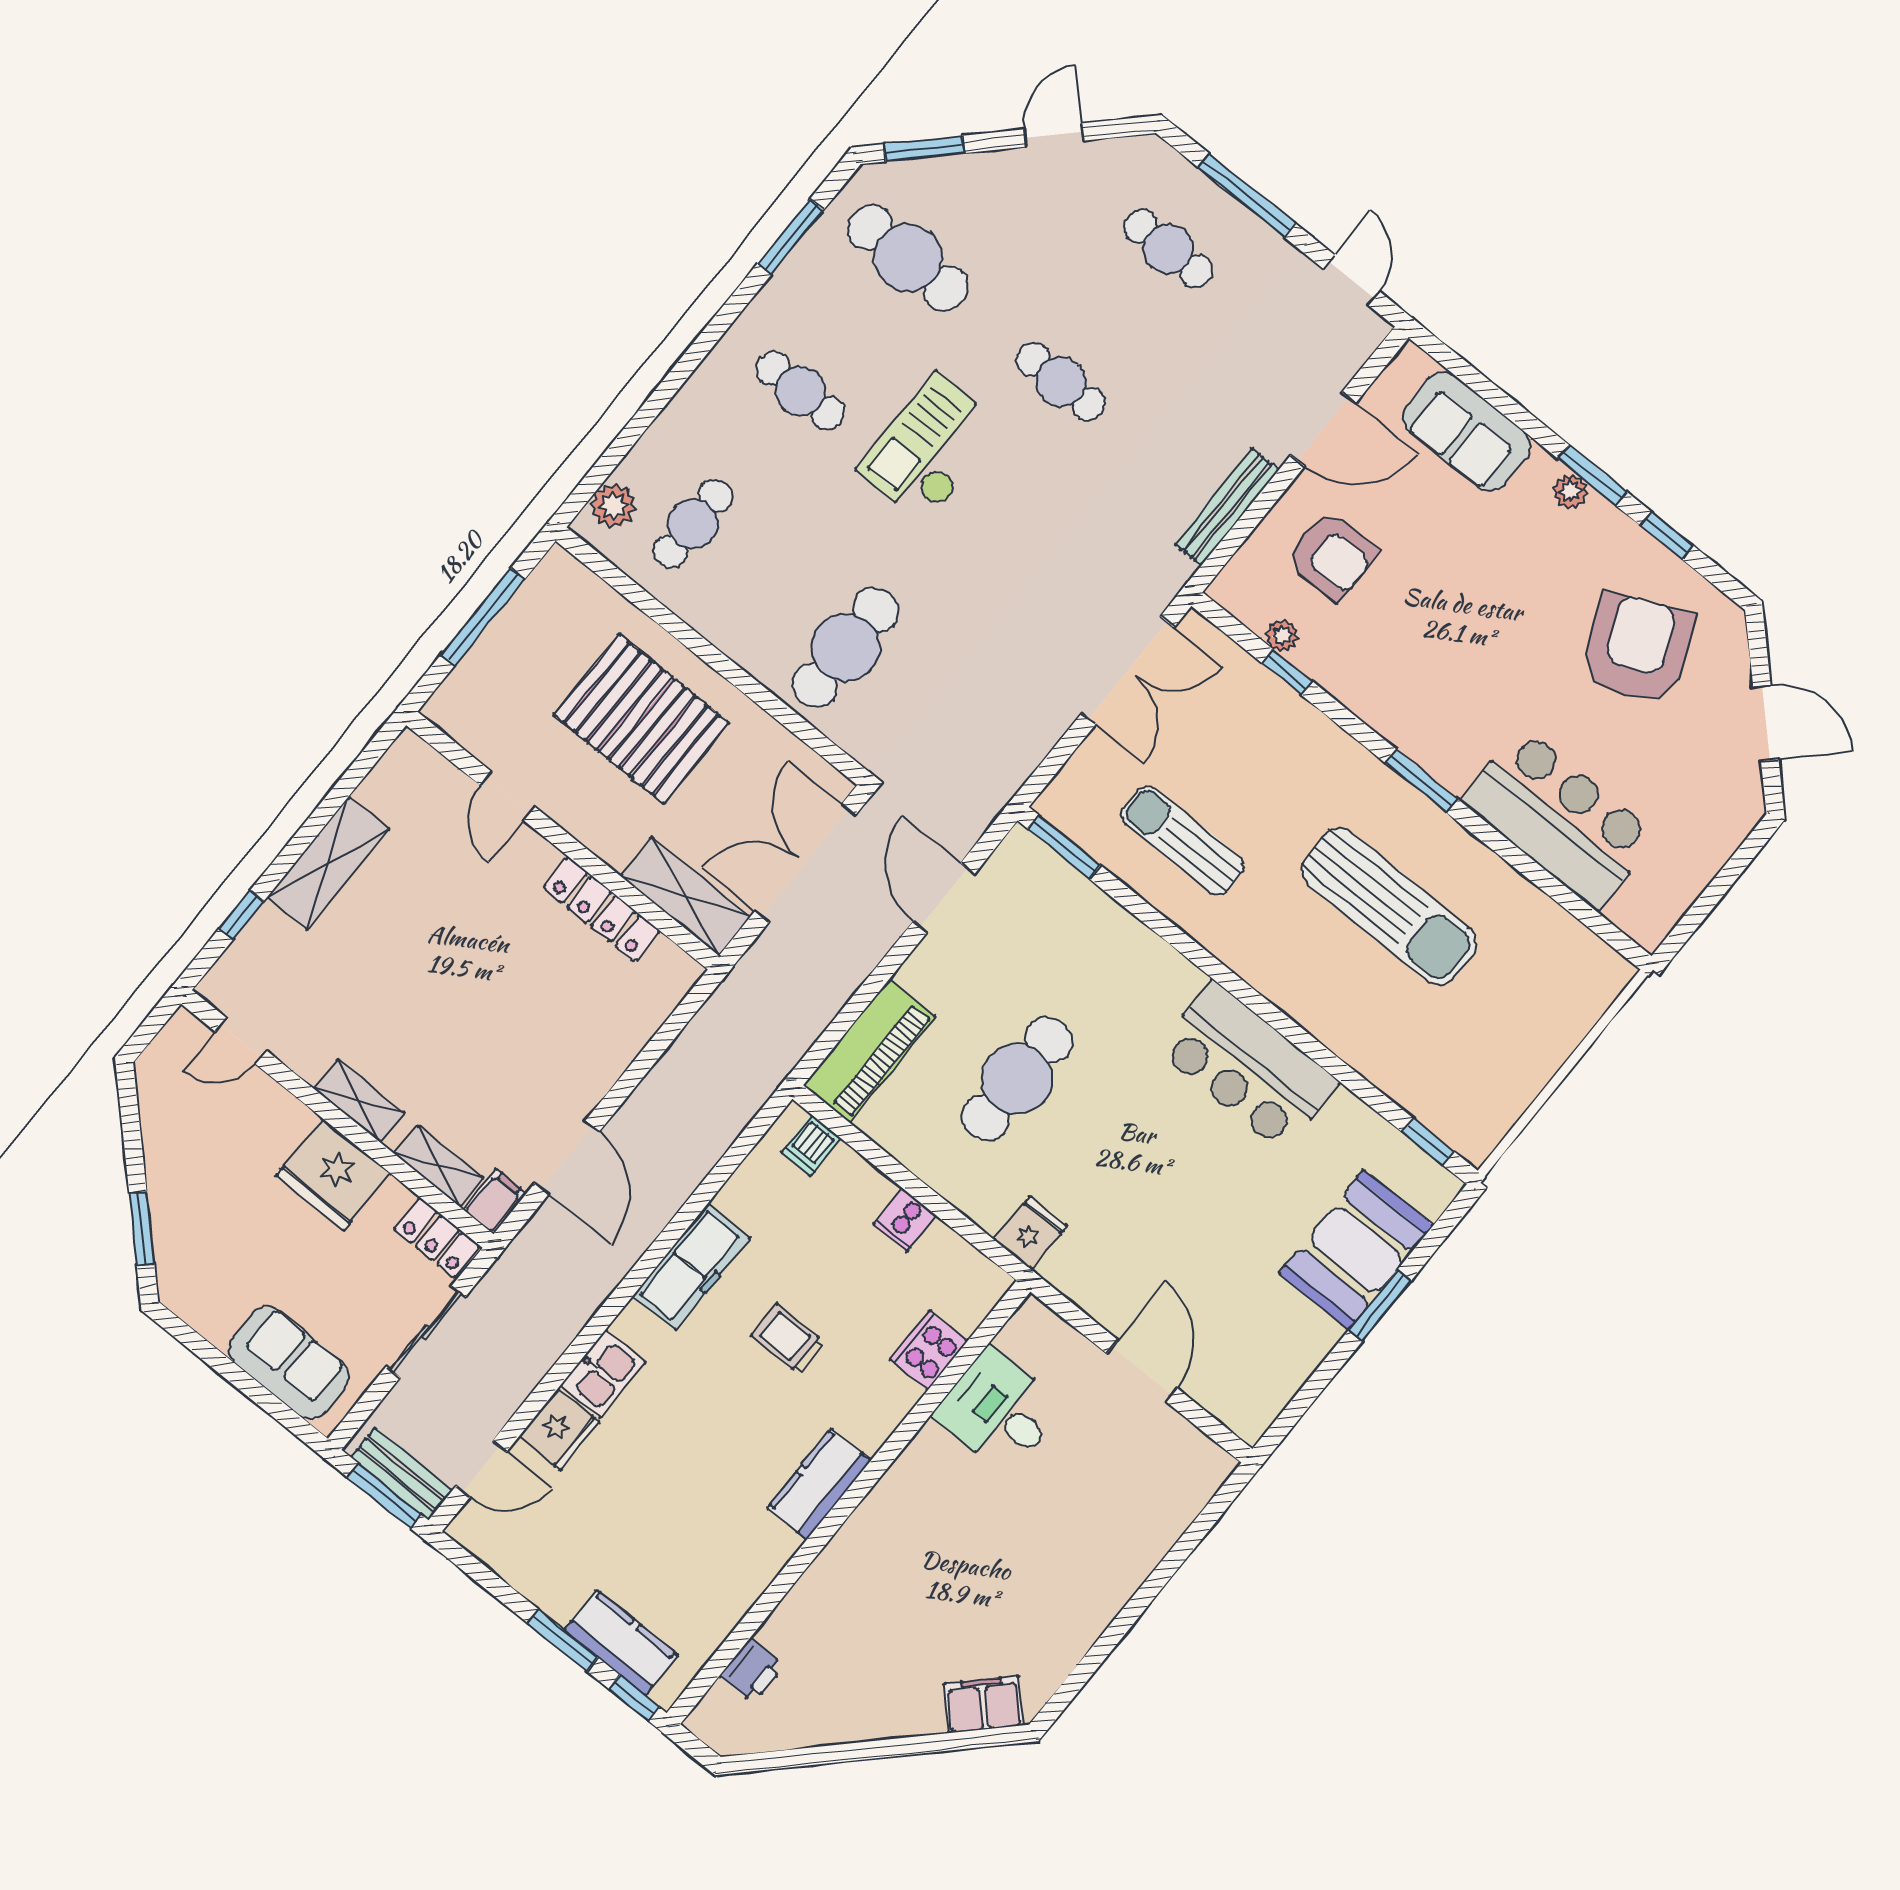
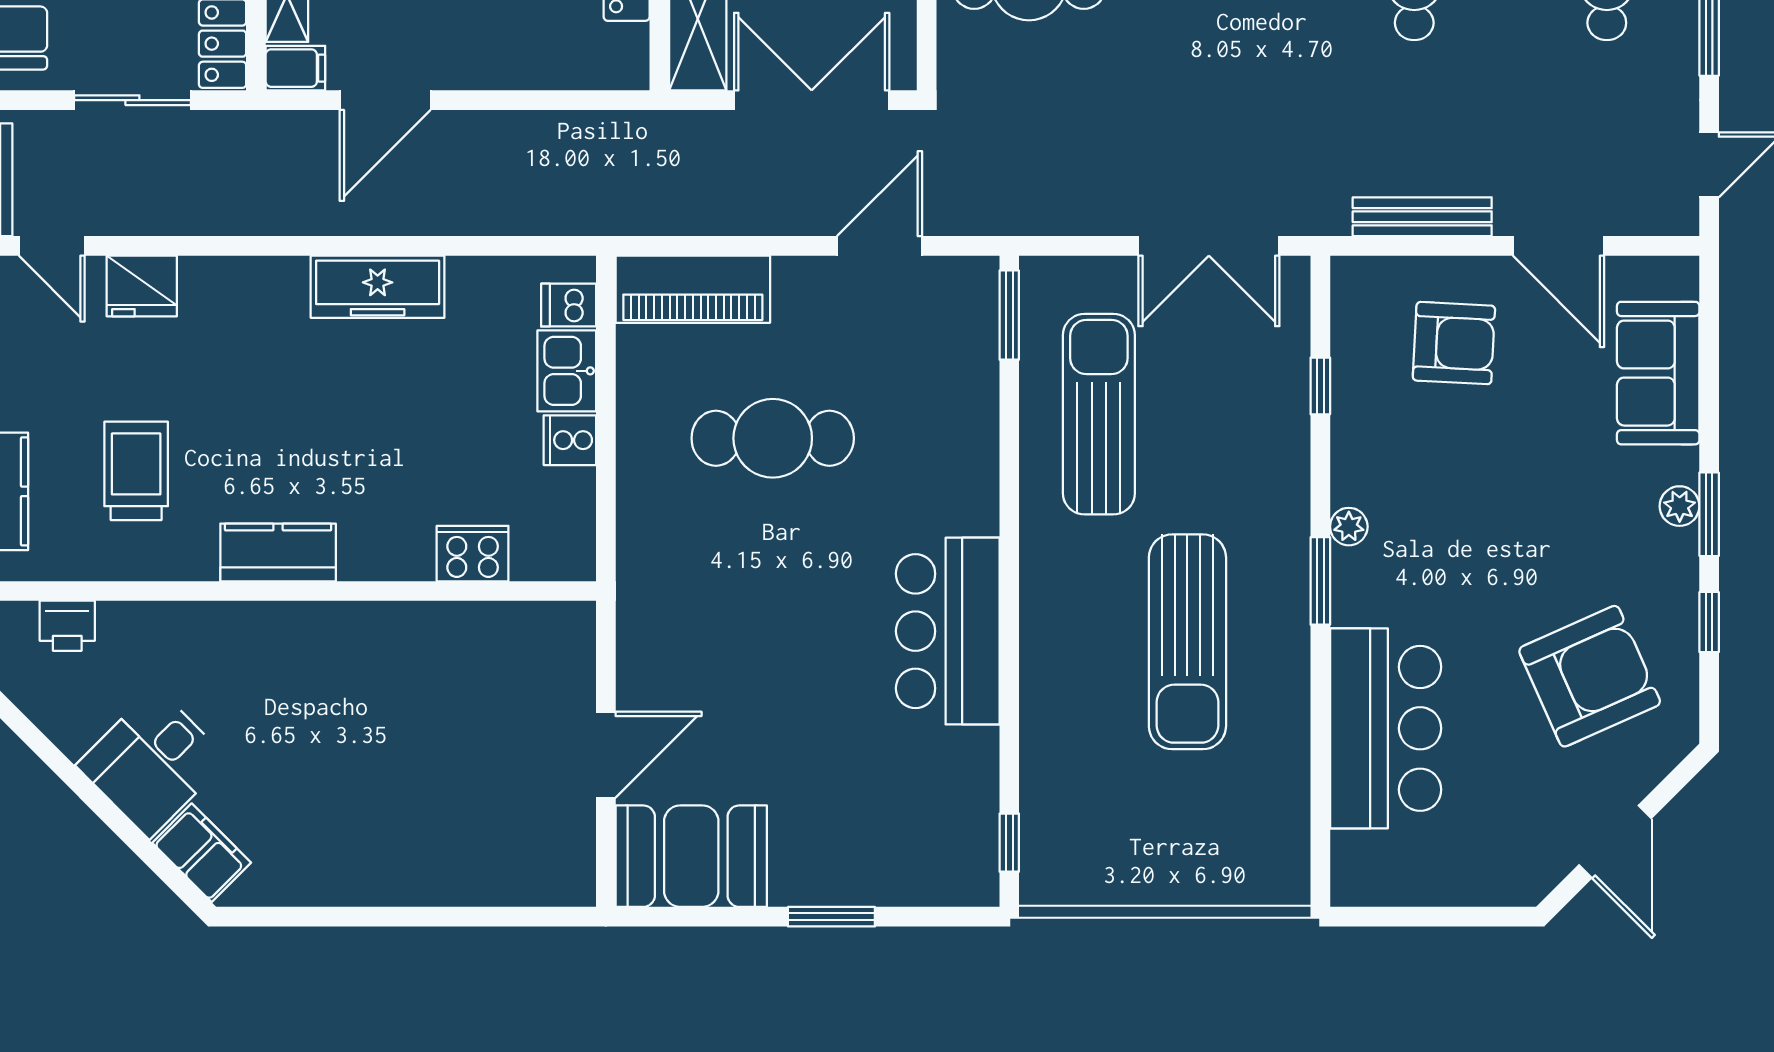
armchair: (1332, 556) -> (1454, 343), turned -87
plant: (1282, 636) -> (1349, 527), moved
sun lounger: (1182, 840) -> (1099, 414), width x1.36, depth x1.34
fridge: (1031, 1233) -> (648, 560), removed
booth: (1356, 1250) -> (691, 856), moved
trolley: (788, 1339) -> (136, 471), moved, width x1.36, depth x1.39
kitchen sink: (603, 1374) -> (567, 371), moved, turned 90
desk: (999, 1411) -> (152, 763), moved, turned -135

